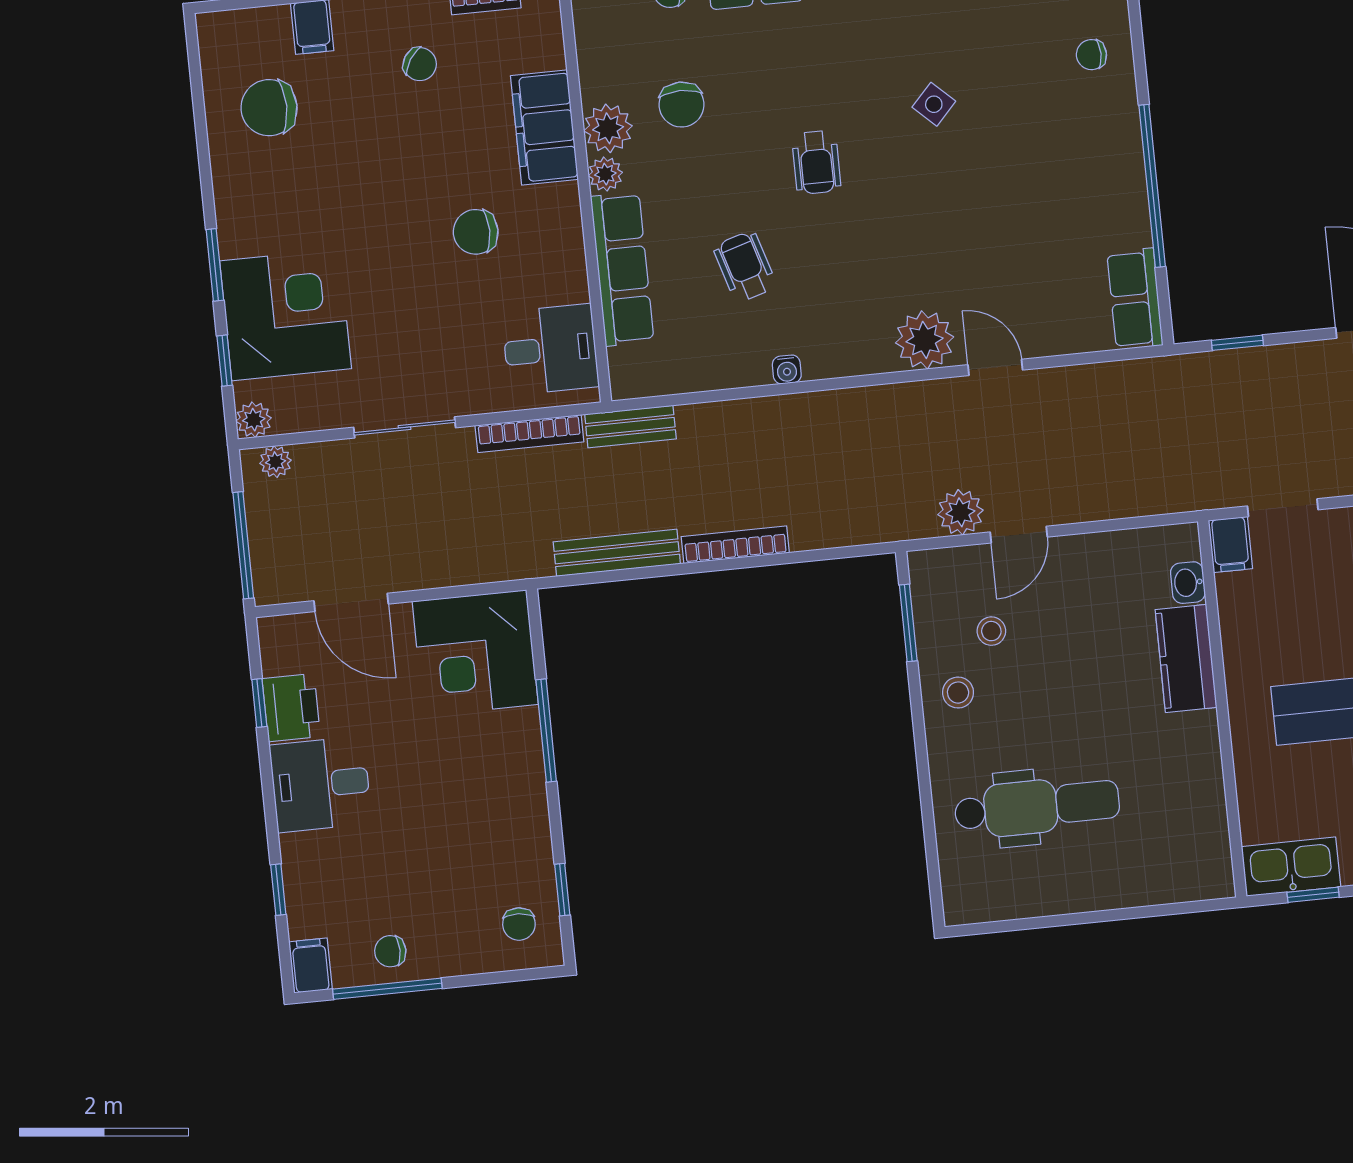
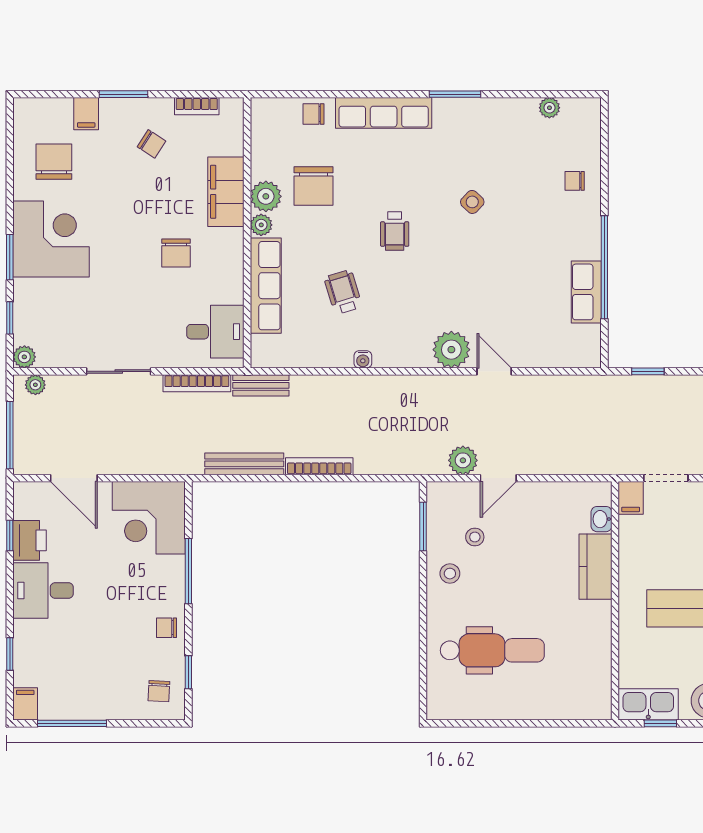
chair: (682, 105) -> (314, 186), width x1.37, depth x1.37
chair: (269, 108) -> (54, 162), turned 90
chair: (476, 232) -> (176, 253), turned -90
row of seats: (1135, 299) -> (586, 292), moved
corner desk: (286, 315) -> (51, 239), moved
chair: (390, 951) -> (167, 628), moved

